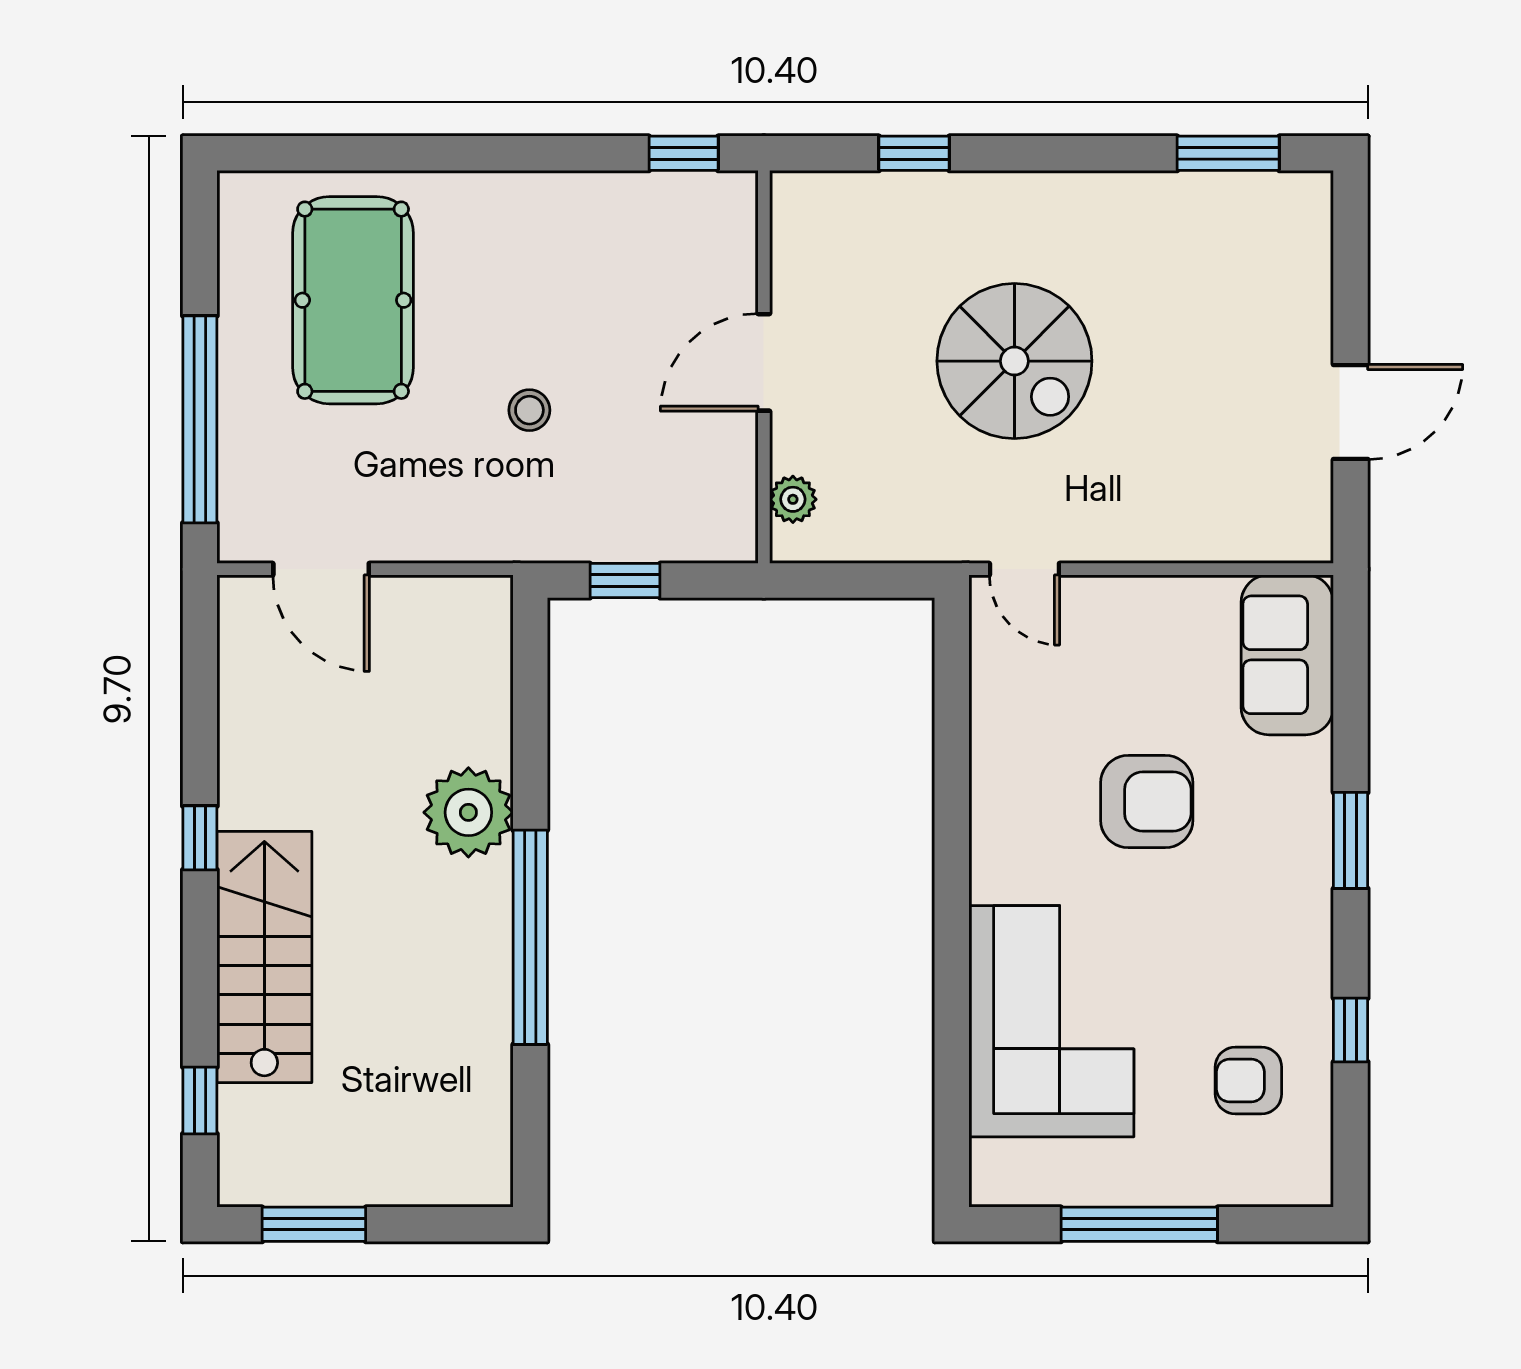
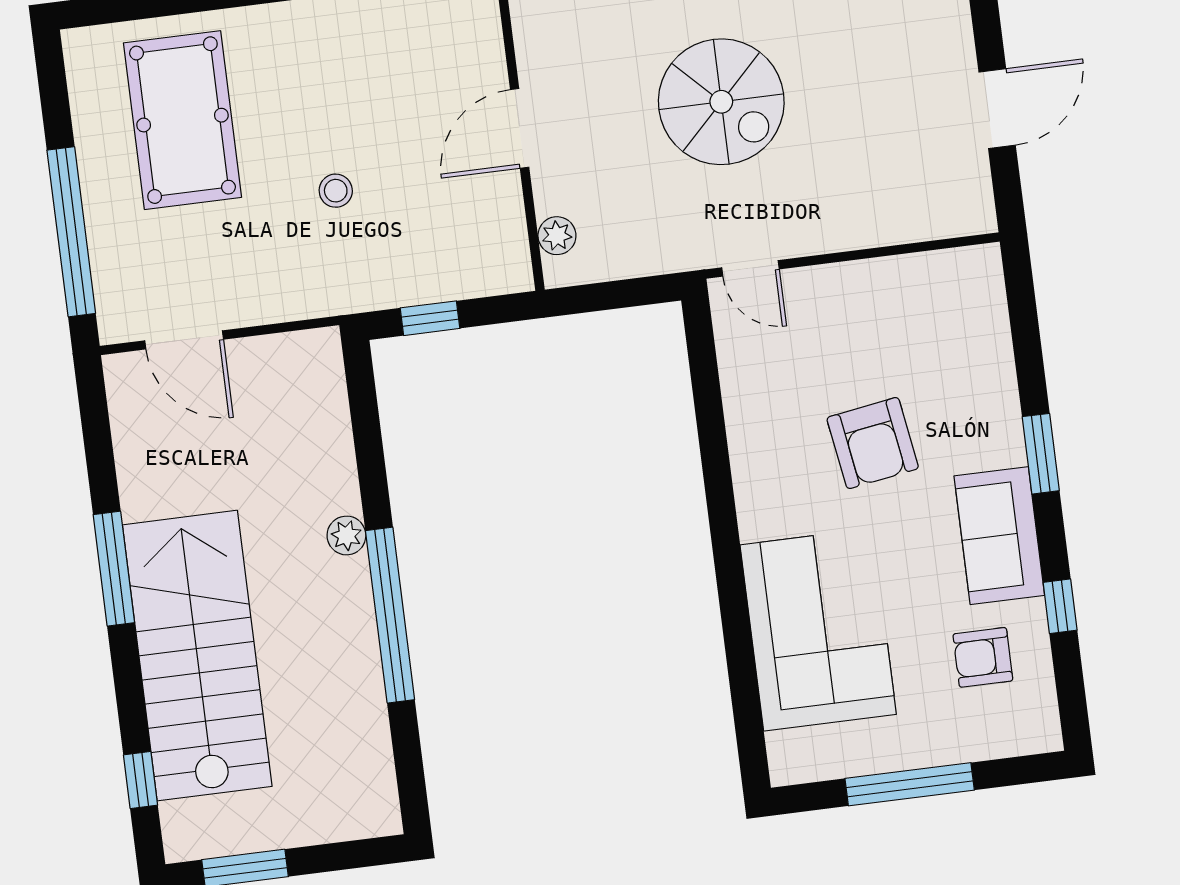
sofa: (1287, 655) -> (999, 536), moved
armchair: (1147, 802) -> (873, 443), turned 81
plant: (468, 812) -> (346, 535), width x0.53, depth x0.53
window: (200, 838) -> (114, 569), width x2.17
stairs: (264, 957) -> (197, 656), width x1.36, depth x1.51

